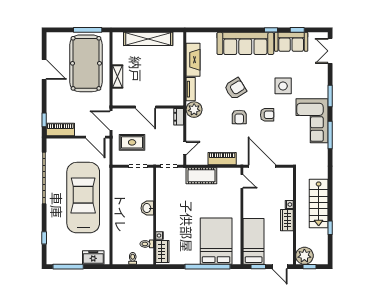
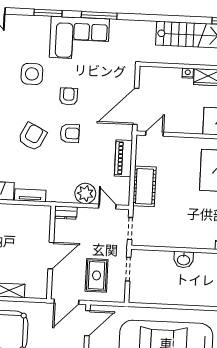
armchair: (235, 89) -> (32, 137), turned 59
plant: (194, 110) -> (85, 193), moved

